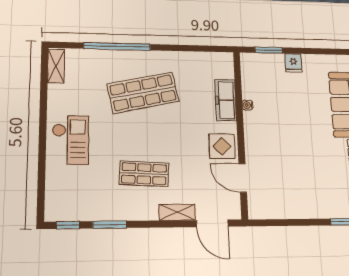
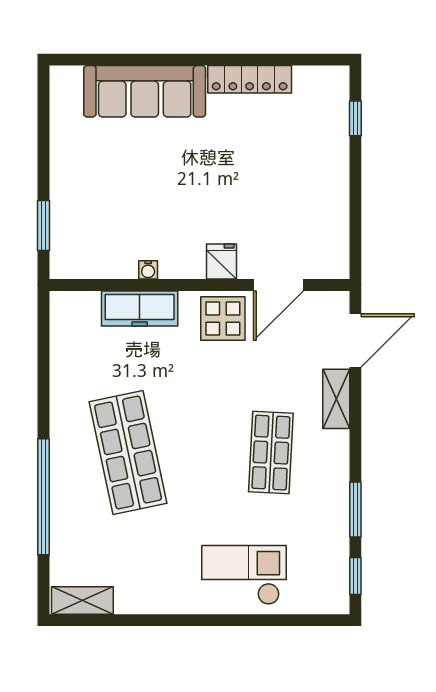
fridge: (293, 63) -> (221, 262), moved, turned -90
checkout: (70, 140) -> (244, 575), moved

